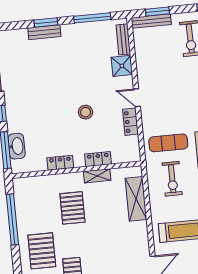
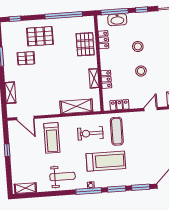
stool: (52, 117) -> (138, 46), added
locker: (131, 122) -> (119, 105), moved
locker: (60, 163) -> (103, 40), moved
pallet: (72, 208) -> (85, 44), moved, turned 90

